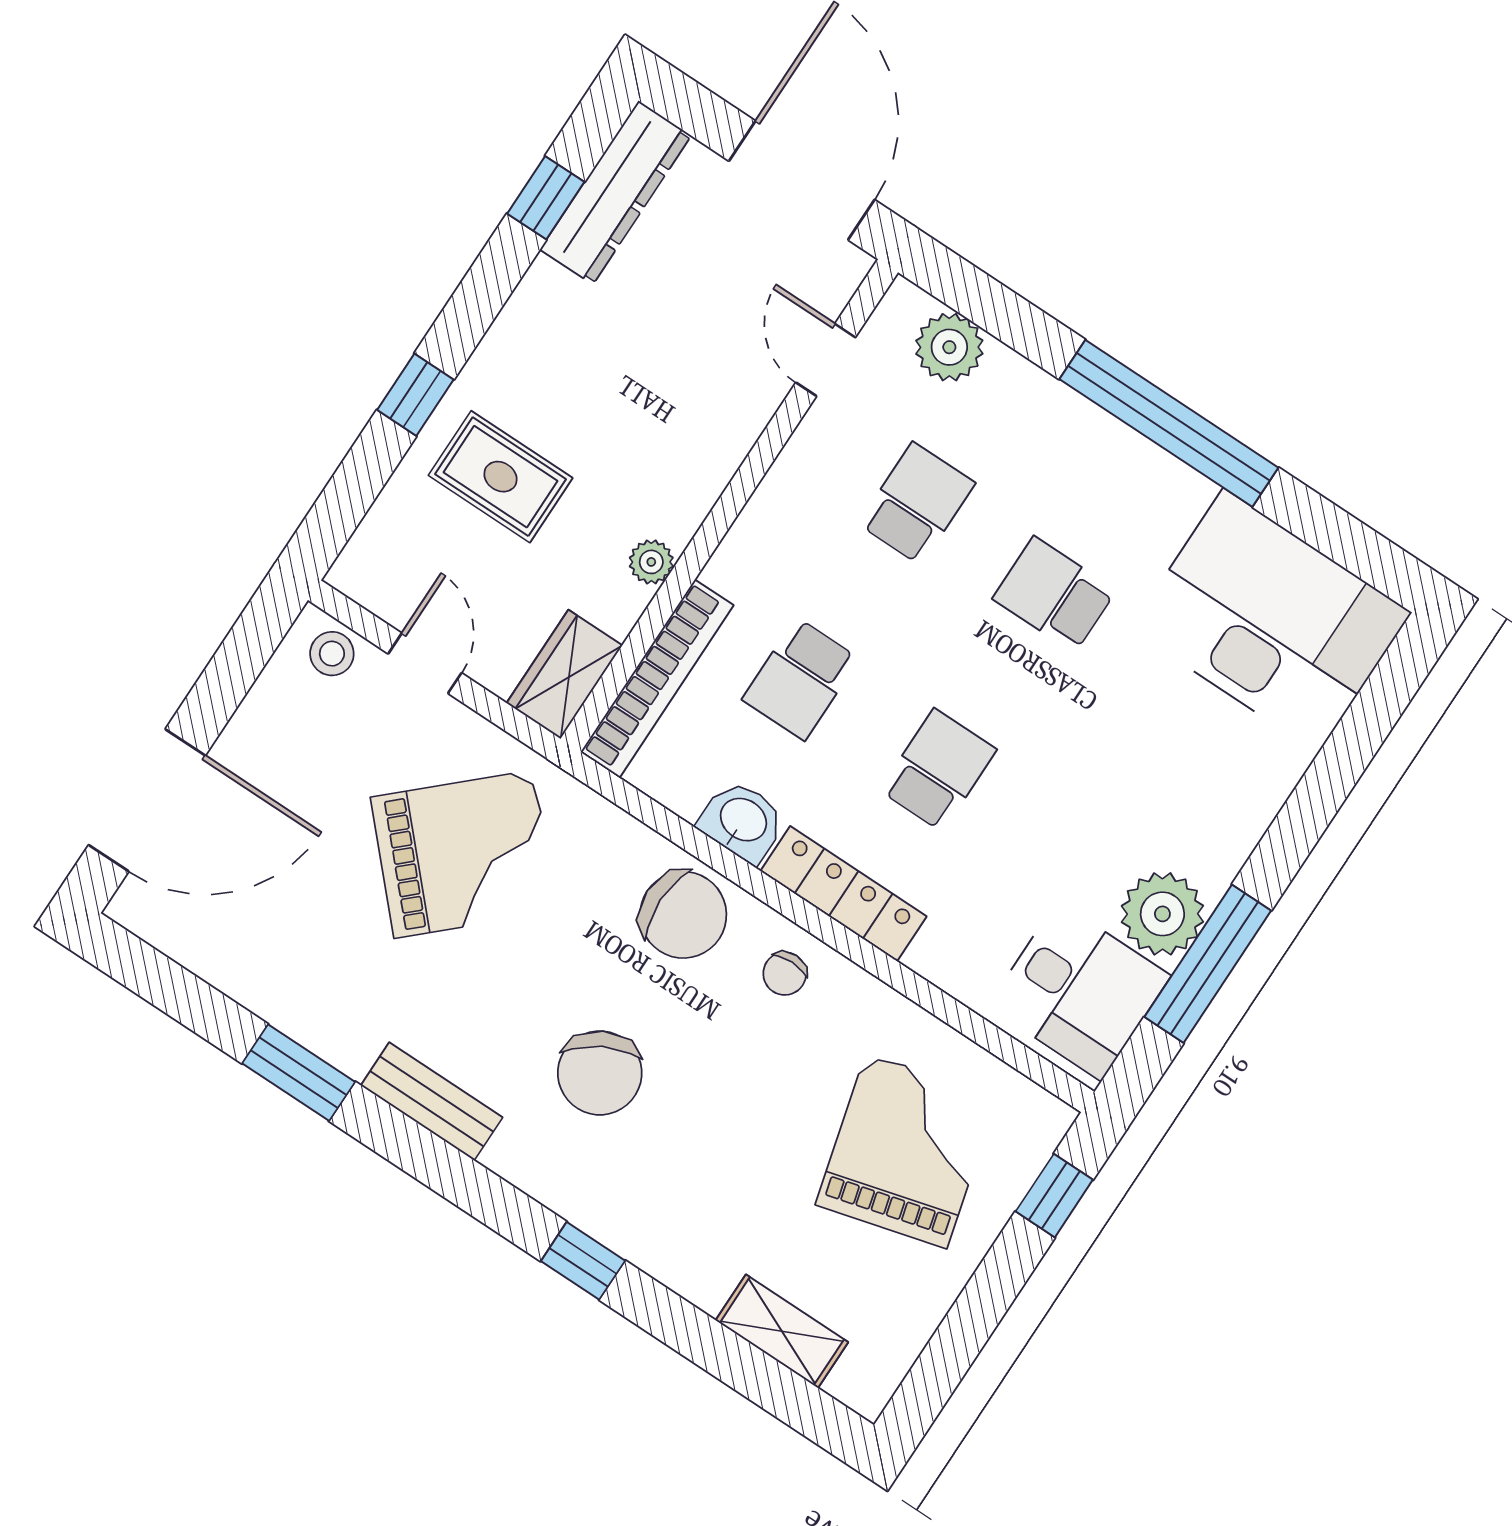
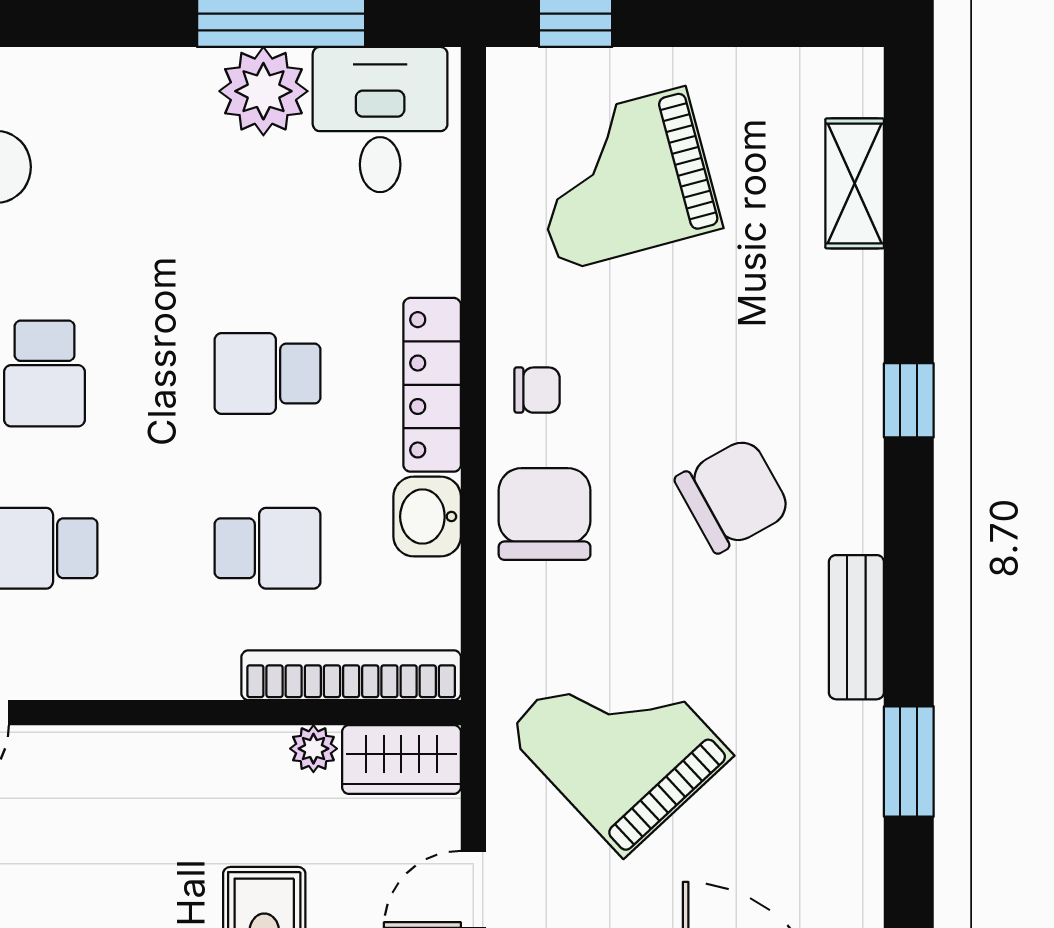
plant: (651, 562) -> (313, 749), moved

